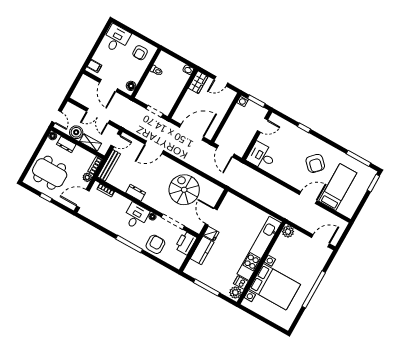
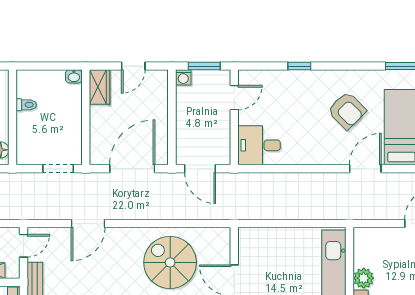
plant: (288, 232) -> (364, 278), moved

